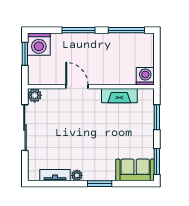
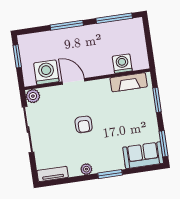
washing machine: (39, 44) -> (46, 72), moved, turned 180
washing machine: (145, 76) -> (122, 64), moved
fireplace: (119, 96) -> (129, 82), moved
armchair: (81, 131) -> (84, 124), added
tv unit: (55, 175) -> (53, 174), moved

